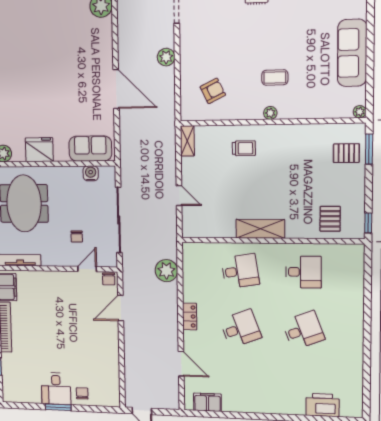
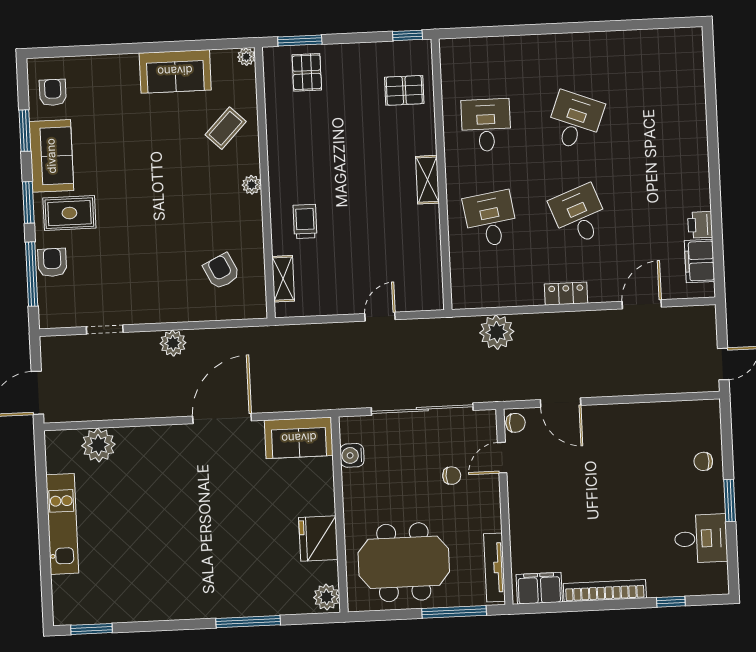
sofa: (352, 53) -> (175, 71), width x0.73
coffee table: (275, 77) -> (226, 128), moved, turned 44
shelving: (187, 141) -> (283, 279), moved, turned 90
sofa: (90, 149) -> (299, 438), moved, turned -90
shelving: (260, 229) -> (427, 180), width x0.67, depth x0.75
door: (87, 269) -> (502, 458), hinge flipped
desk: (303, 330) -> (575, 121), turned 42
desk: (56, 389) -> (701, 539), moved
printer: (322, 405) -> (700, 225), moved, width x0.53, depth x0.68

